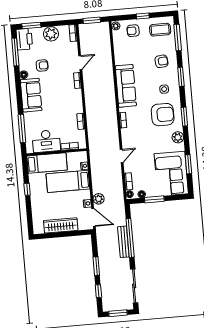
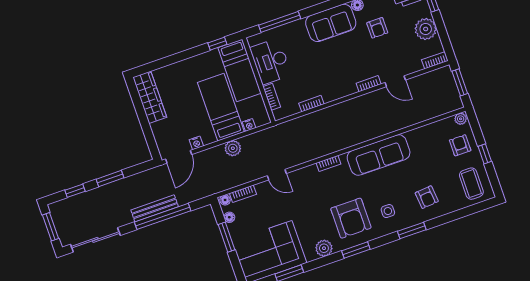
window: (178, 37) -> (467, 211), removed
window: (27, 189) -> (217, 44), moved
plant: (99, 199) -> (233, 148), moved
wardrobe: (61, 225) -> (150, 97), moved

